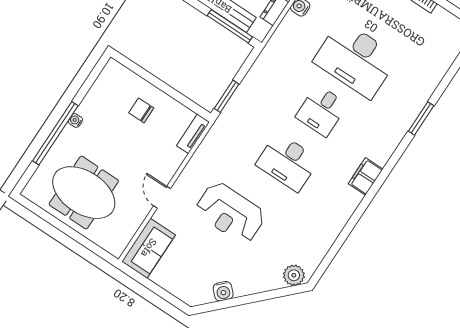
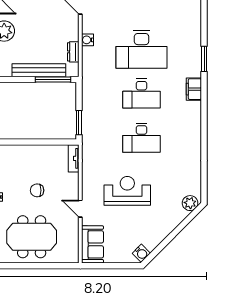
chair: (141, 110) -> (37, 190), moved
desk: (322, 111) -> (142, 94), width x1.37
filing cabinet: (366, 176) -> (194, 89), moved
reception desk: (230, 213) -> (127, 191), turned 180
water cooler: (223, 291) -> (141, 253), moved

